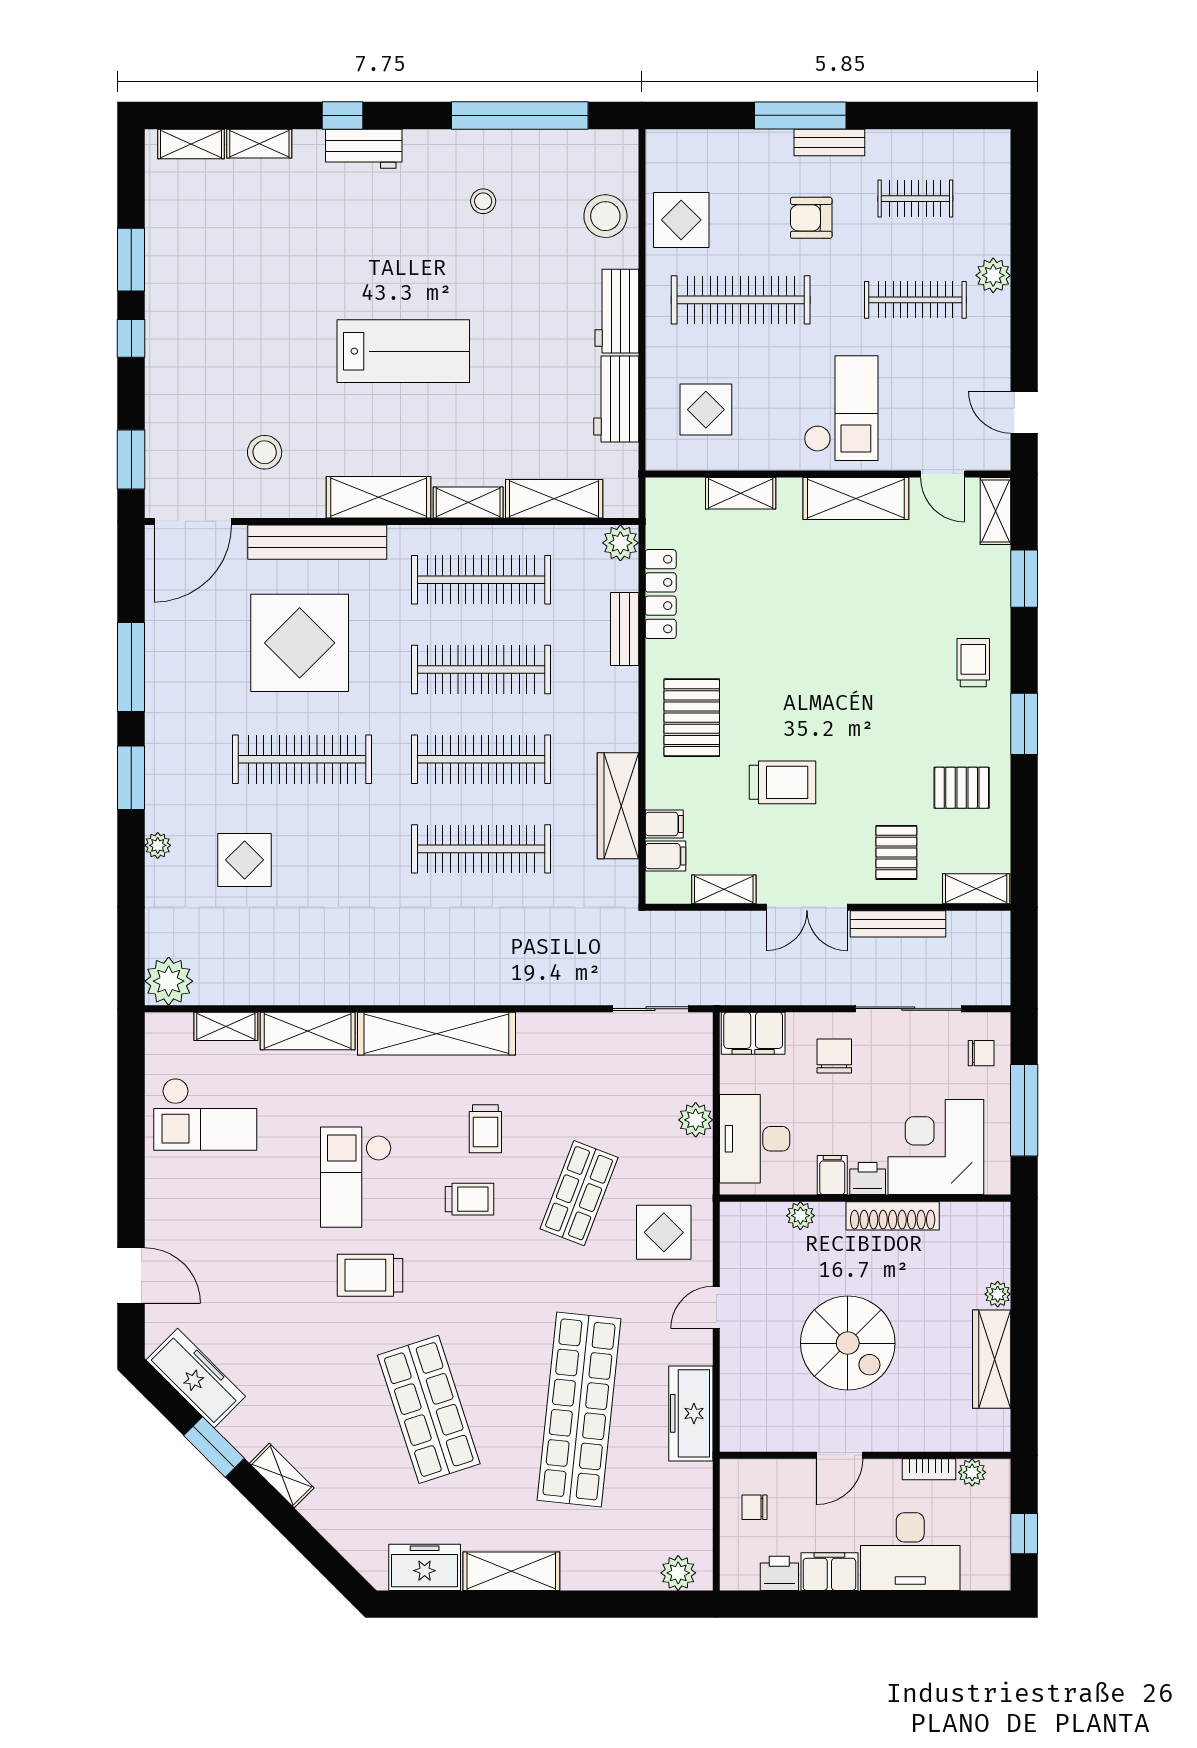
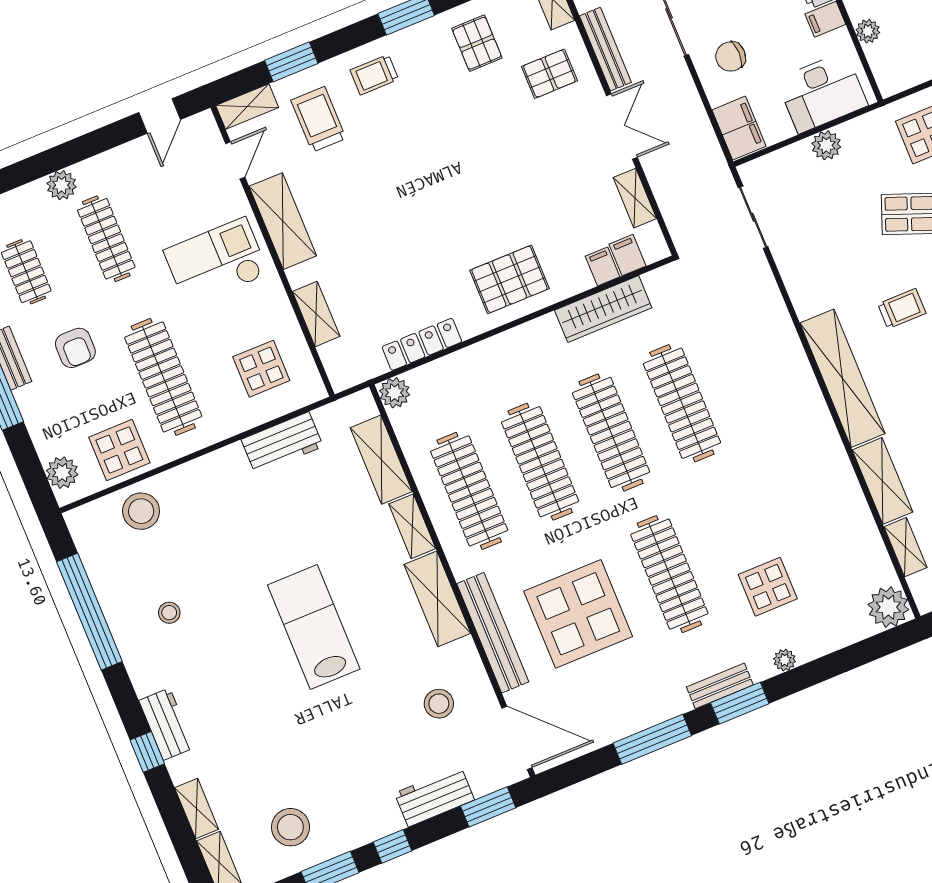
plant: (682, 148) -> (62, 473), added
stool: (197, 237) -> (290, 827), added
workbench: (617, 311) -> (434, 796), moved, turned 180
bench: (625, 629) -> (720, 686), moved
trolley: (783, 782) -> (318, 119), moved

